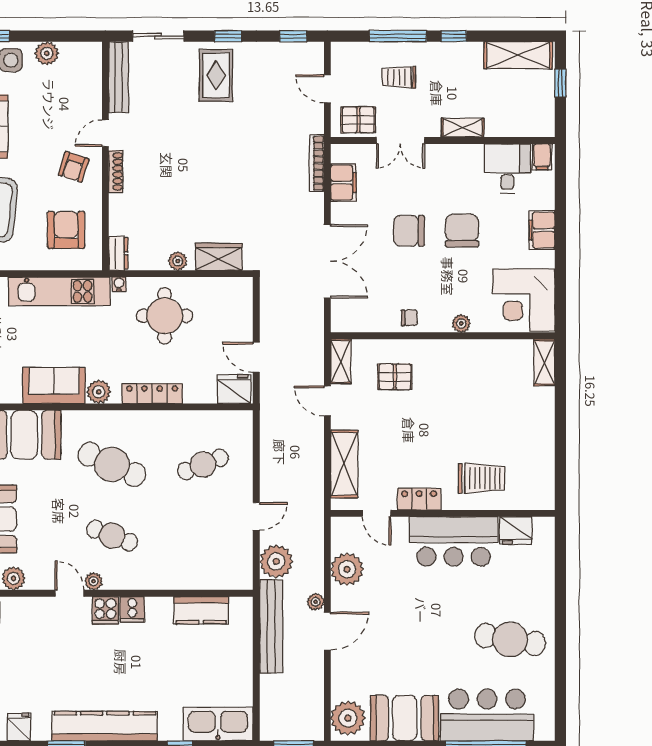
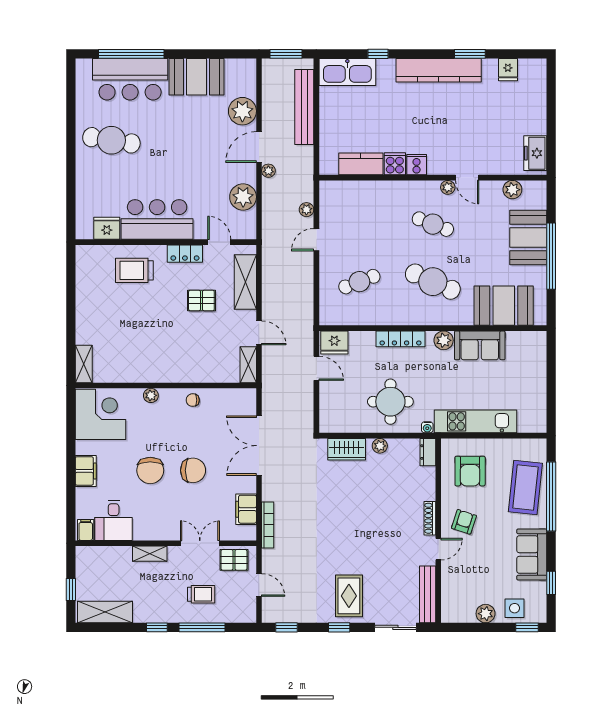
pallet: (395, 377) -> (201, 301), moved
plant: (276, 561) -> (306, 210), width x0.53, depth x0.53
cooker: (105, 610) -> (395, 164), moved
bench: (271, 626) -> (304, 107), moved
plant: (348, 718) -> (242, 111), moved

